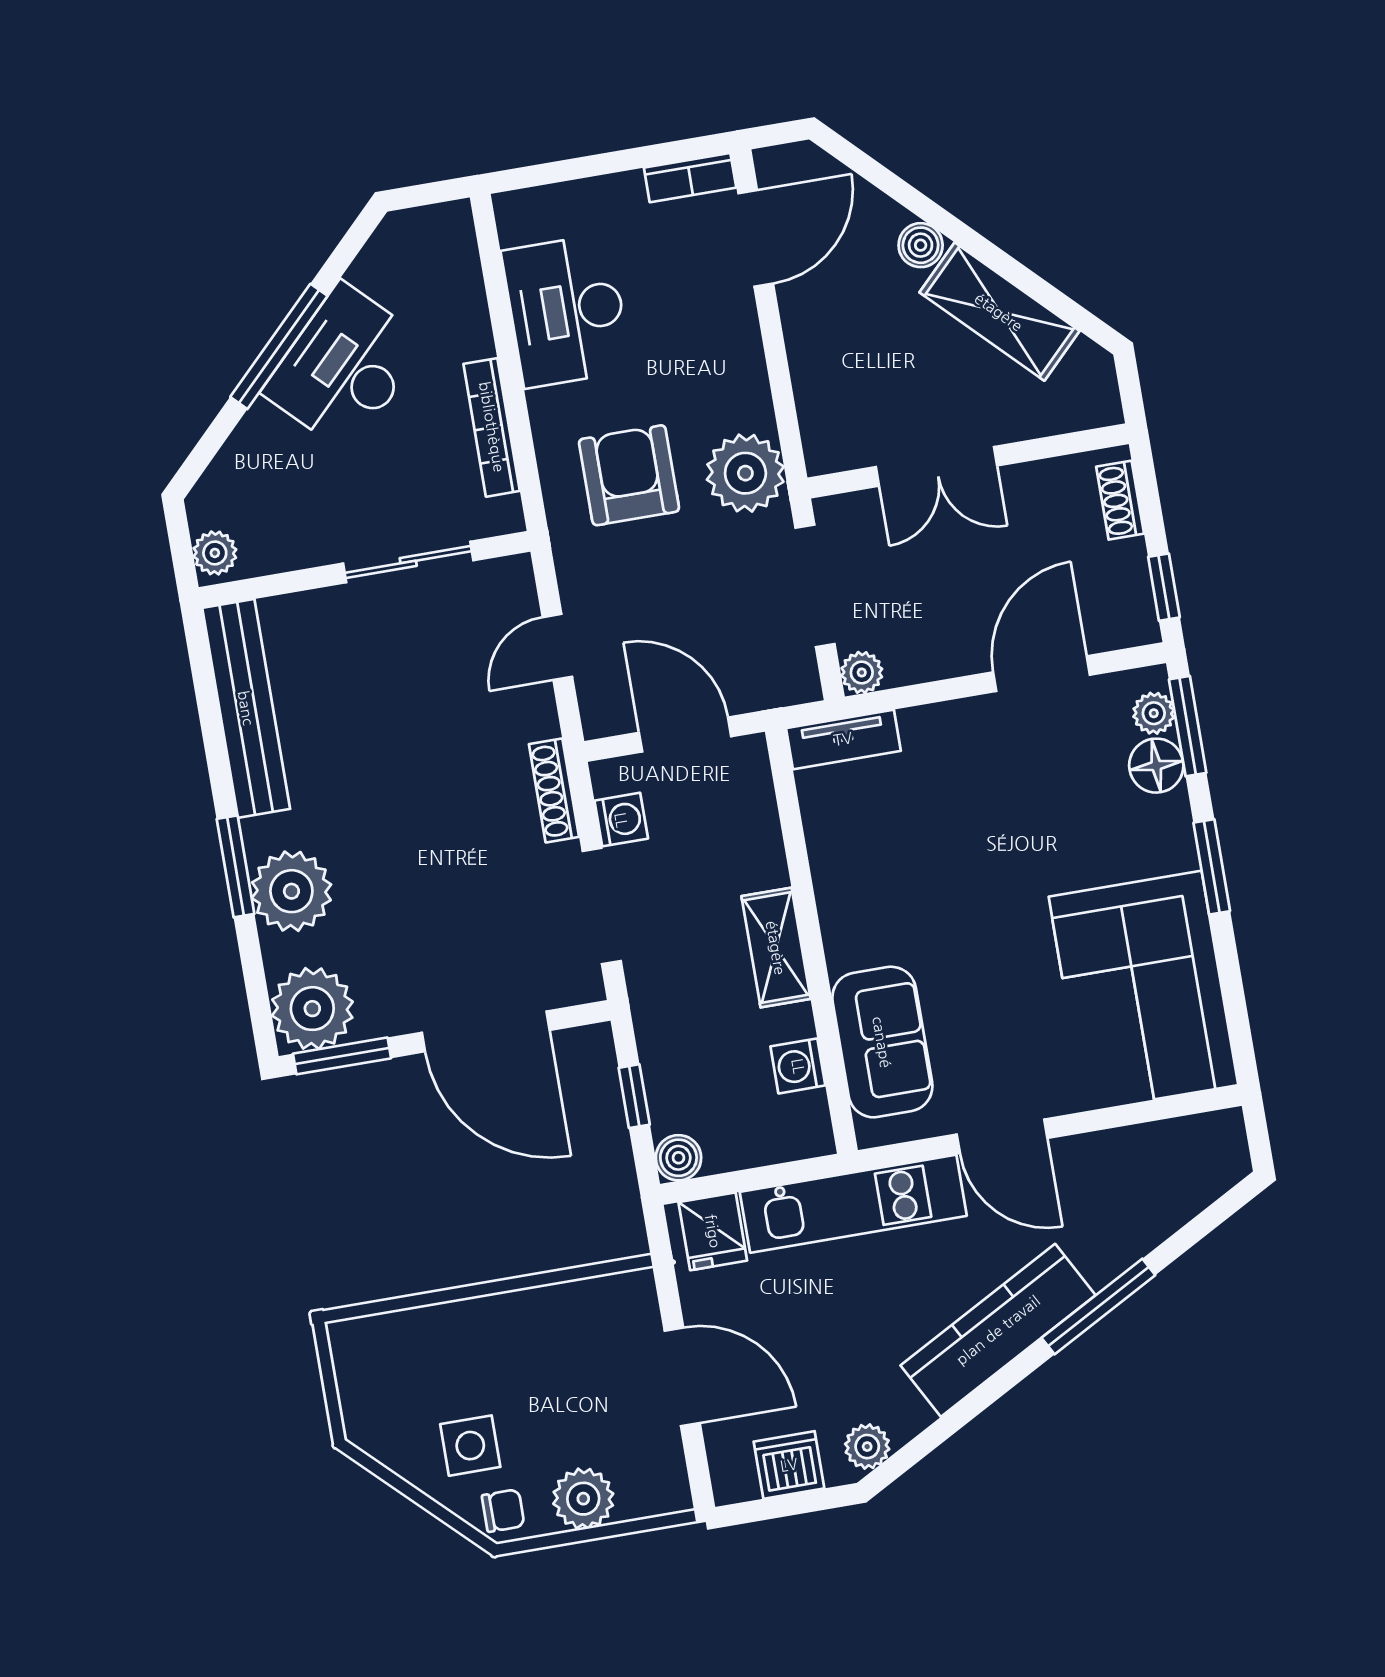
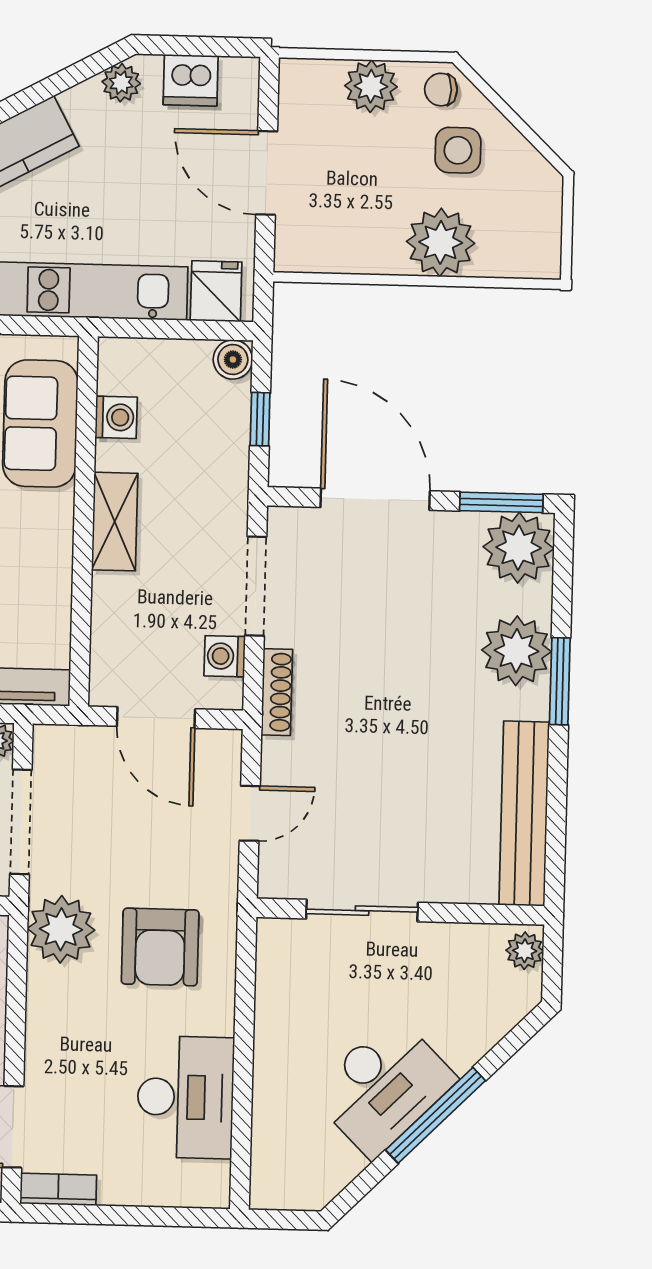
bookcase: (492, 427) -> (269, 1011), removed
plant: (469, 1337) -> (441, 242), added

